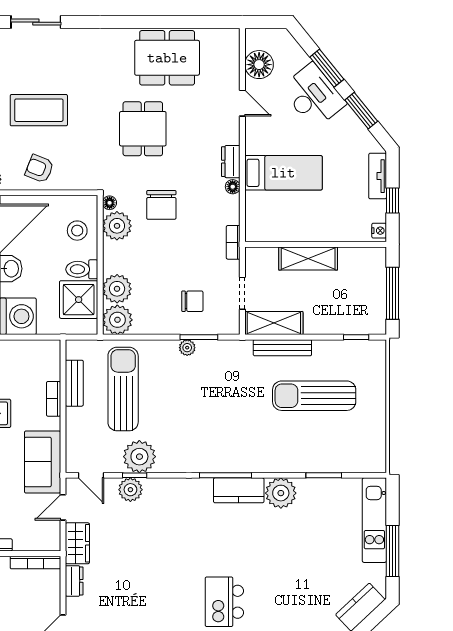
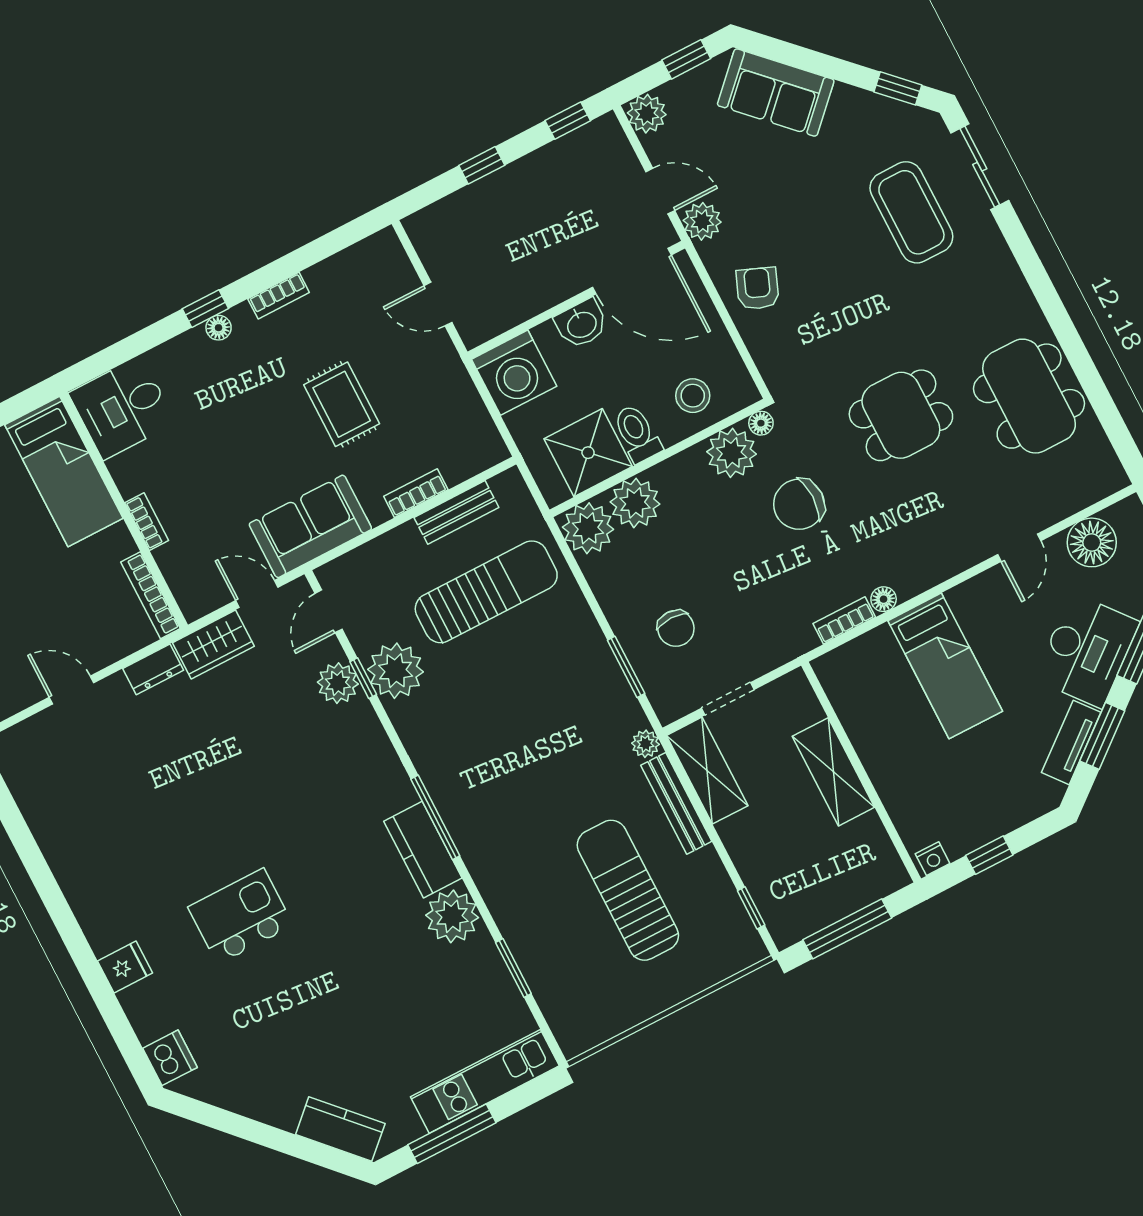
coffee table: (39, 110) -> (911, 212), moved
dresser: (231, 162) -> (921, 576), removed
tv unit: (378, 176) -> (1071, 742), moved, turned -39
bookcase: (233, 242) -> (844, 620), moved
plant: (187, 348) -> (645, 744), moved

